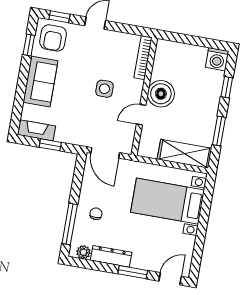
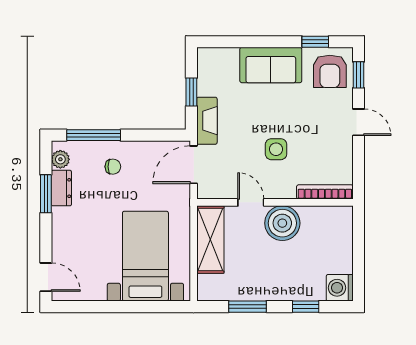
armchair: (53, 38) -> (330, 71), turned -90
fireplace: (36, 130) -> (207, 121), moved
shelving: (185, 154) -> (210, 240), moved
dresser: (111, 256) -> (61, 188), width x0.70
window: (133, 272) -> (46, 194), moved

